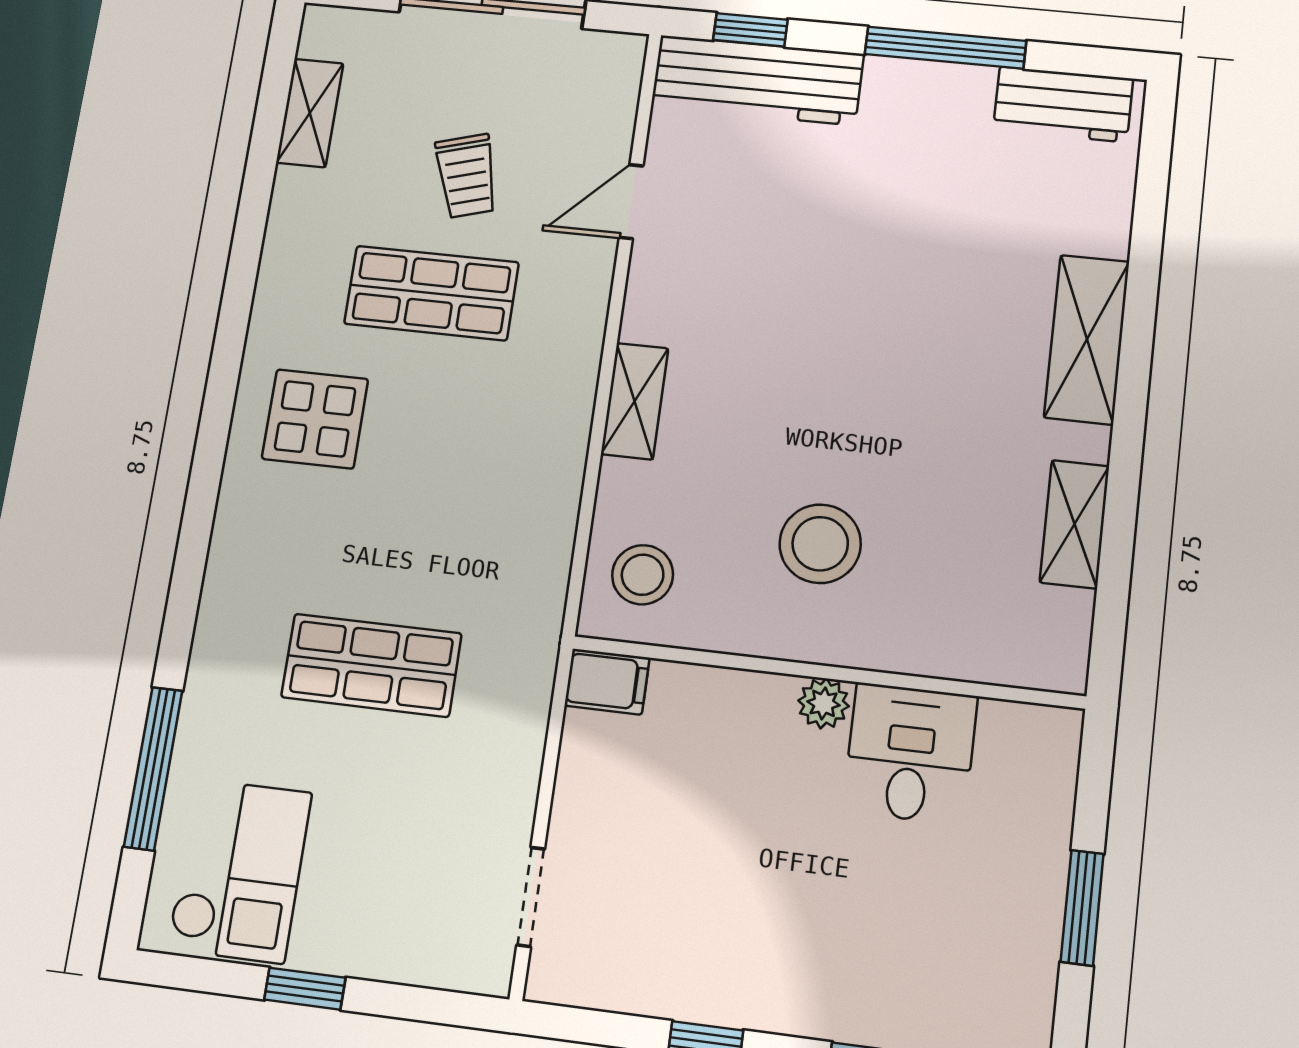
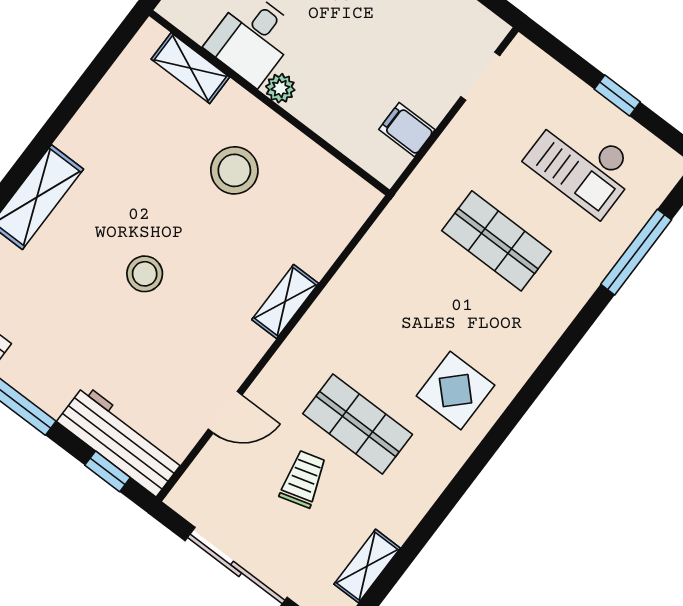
shelving: (1074, 524) -> (190, 68), moved, turned 90
stool: (643, 575) -> (145, 274), moved
filing cabinet: (607, 682) -> (407, 130), moved
checkout: (239, 870) -> (582, 164), moved, turned -90

